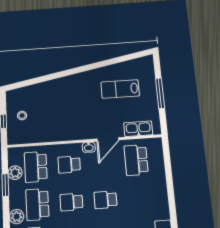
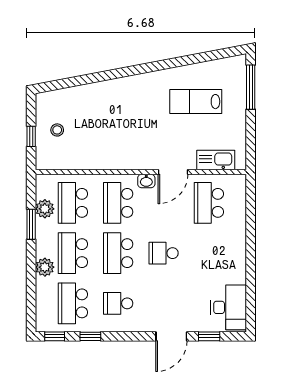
window: (160, 93) -> (251, 87), moved
school desk: (69, 165) -> (118, 203), width x1.85
school desk: (71, 202) -> (118, 253), width x1.85

